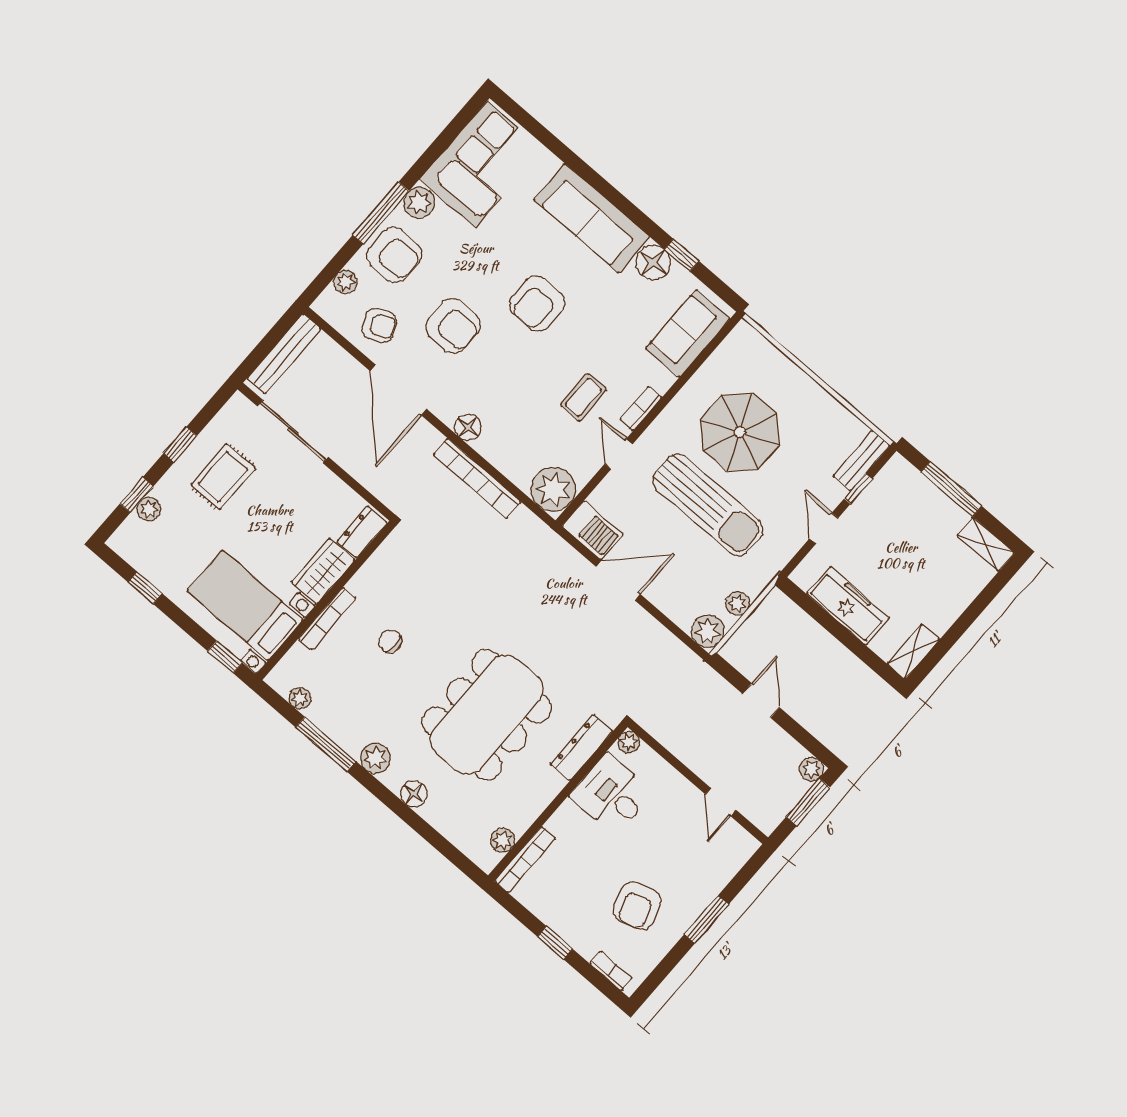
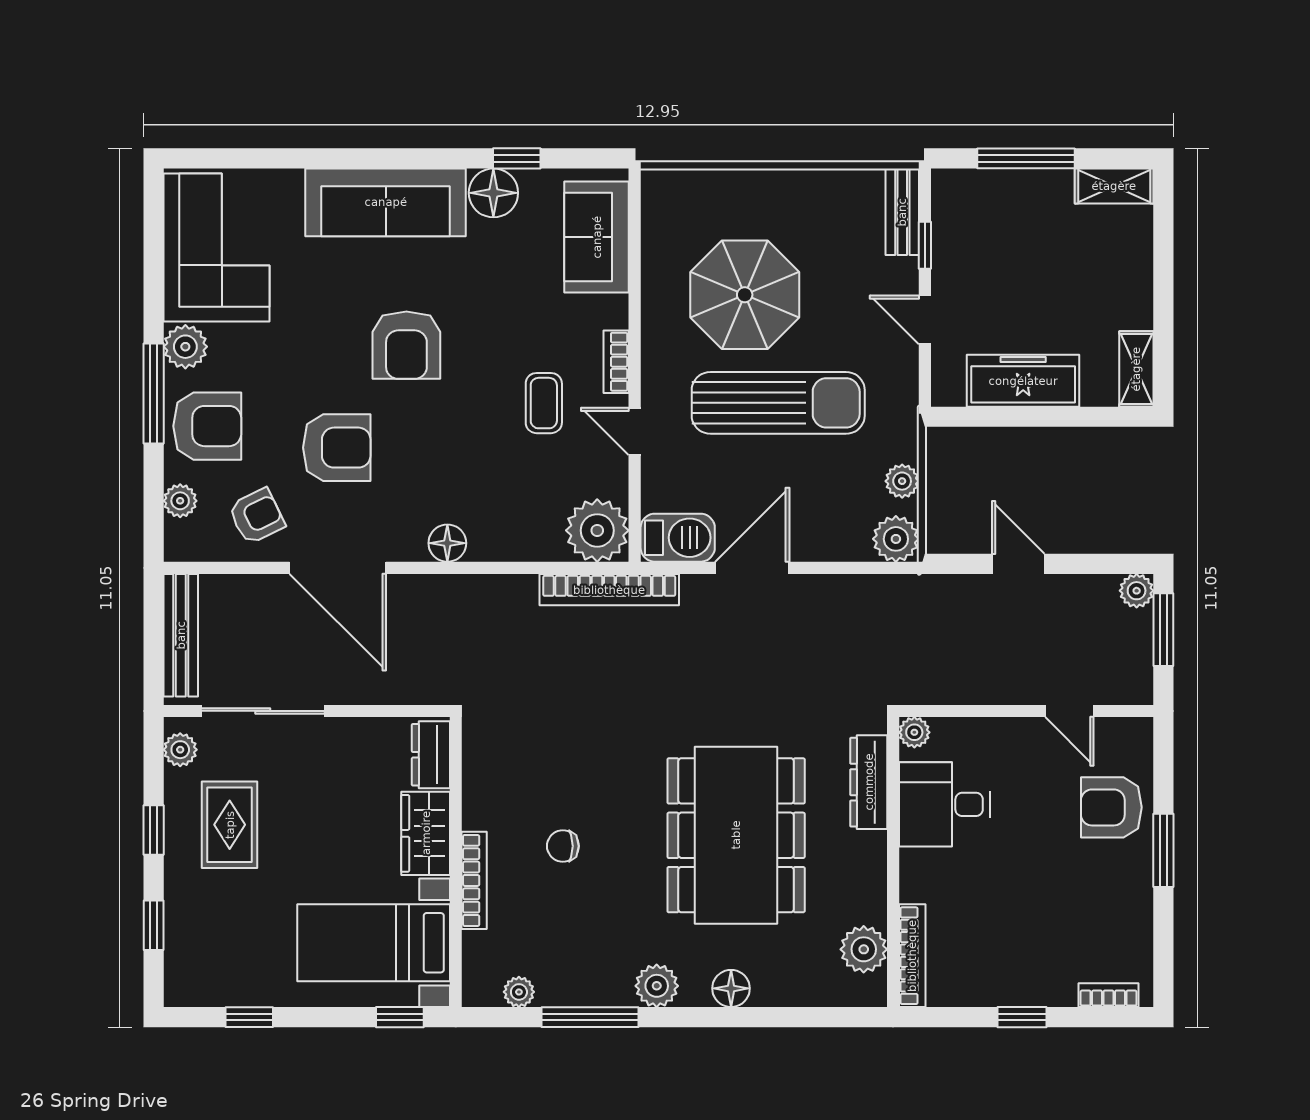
bookcase: (477, 478) -> (609, 590), moved
plant: (149, 509) -> (180, 750), moved
plant: (503, 840) -> (864, 949), width x1.38, depth x1.38
armchair: (637, 906) -> (1111, 807), moved, turned 107

